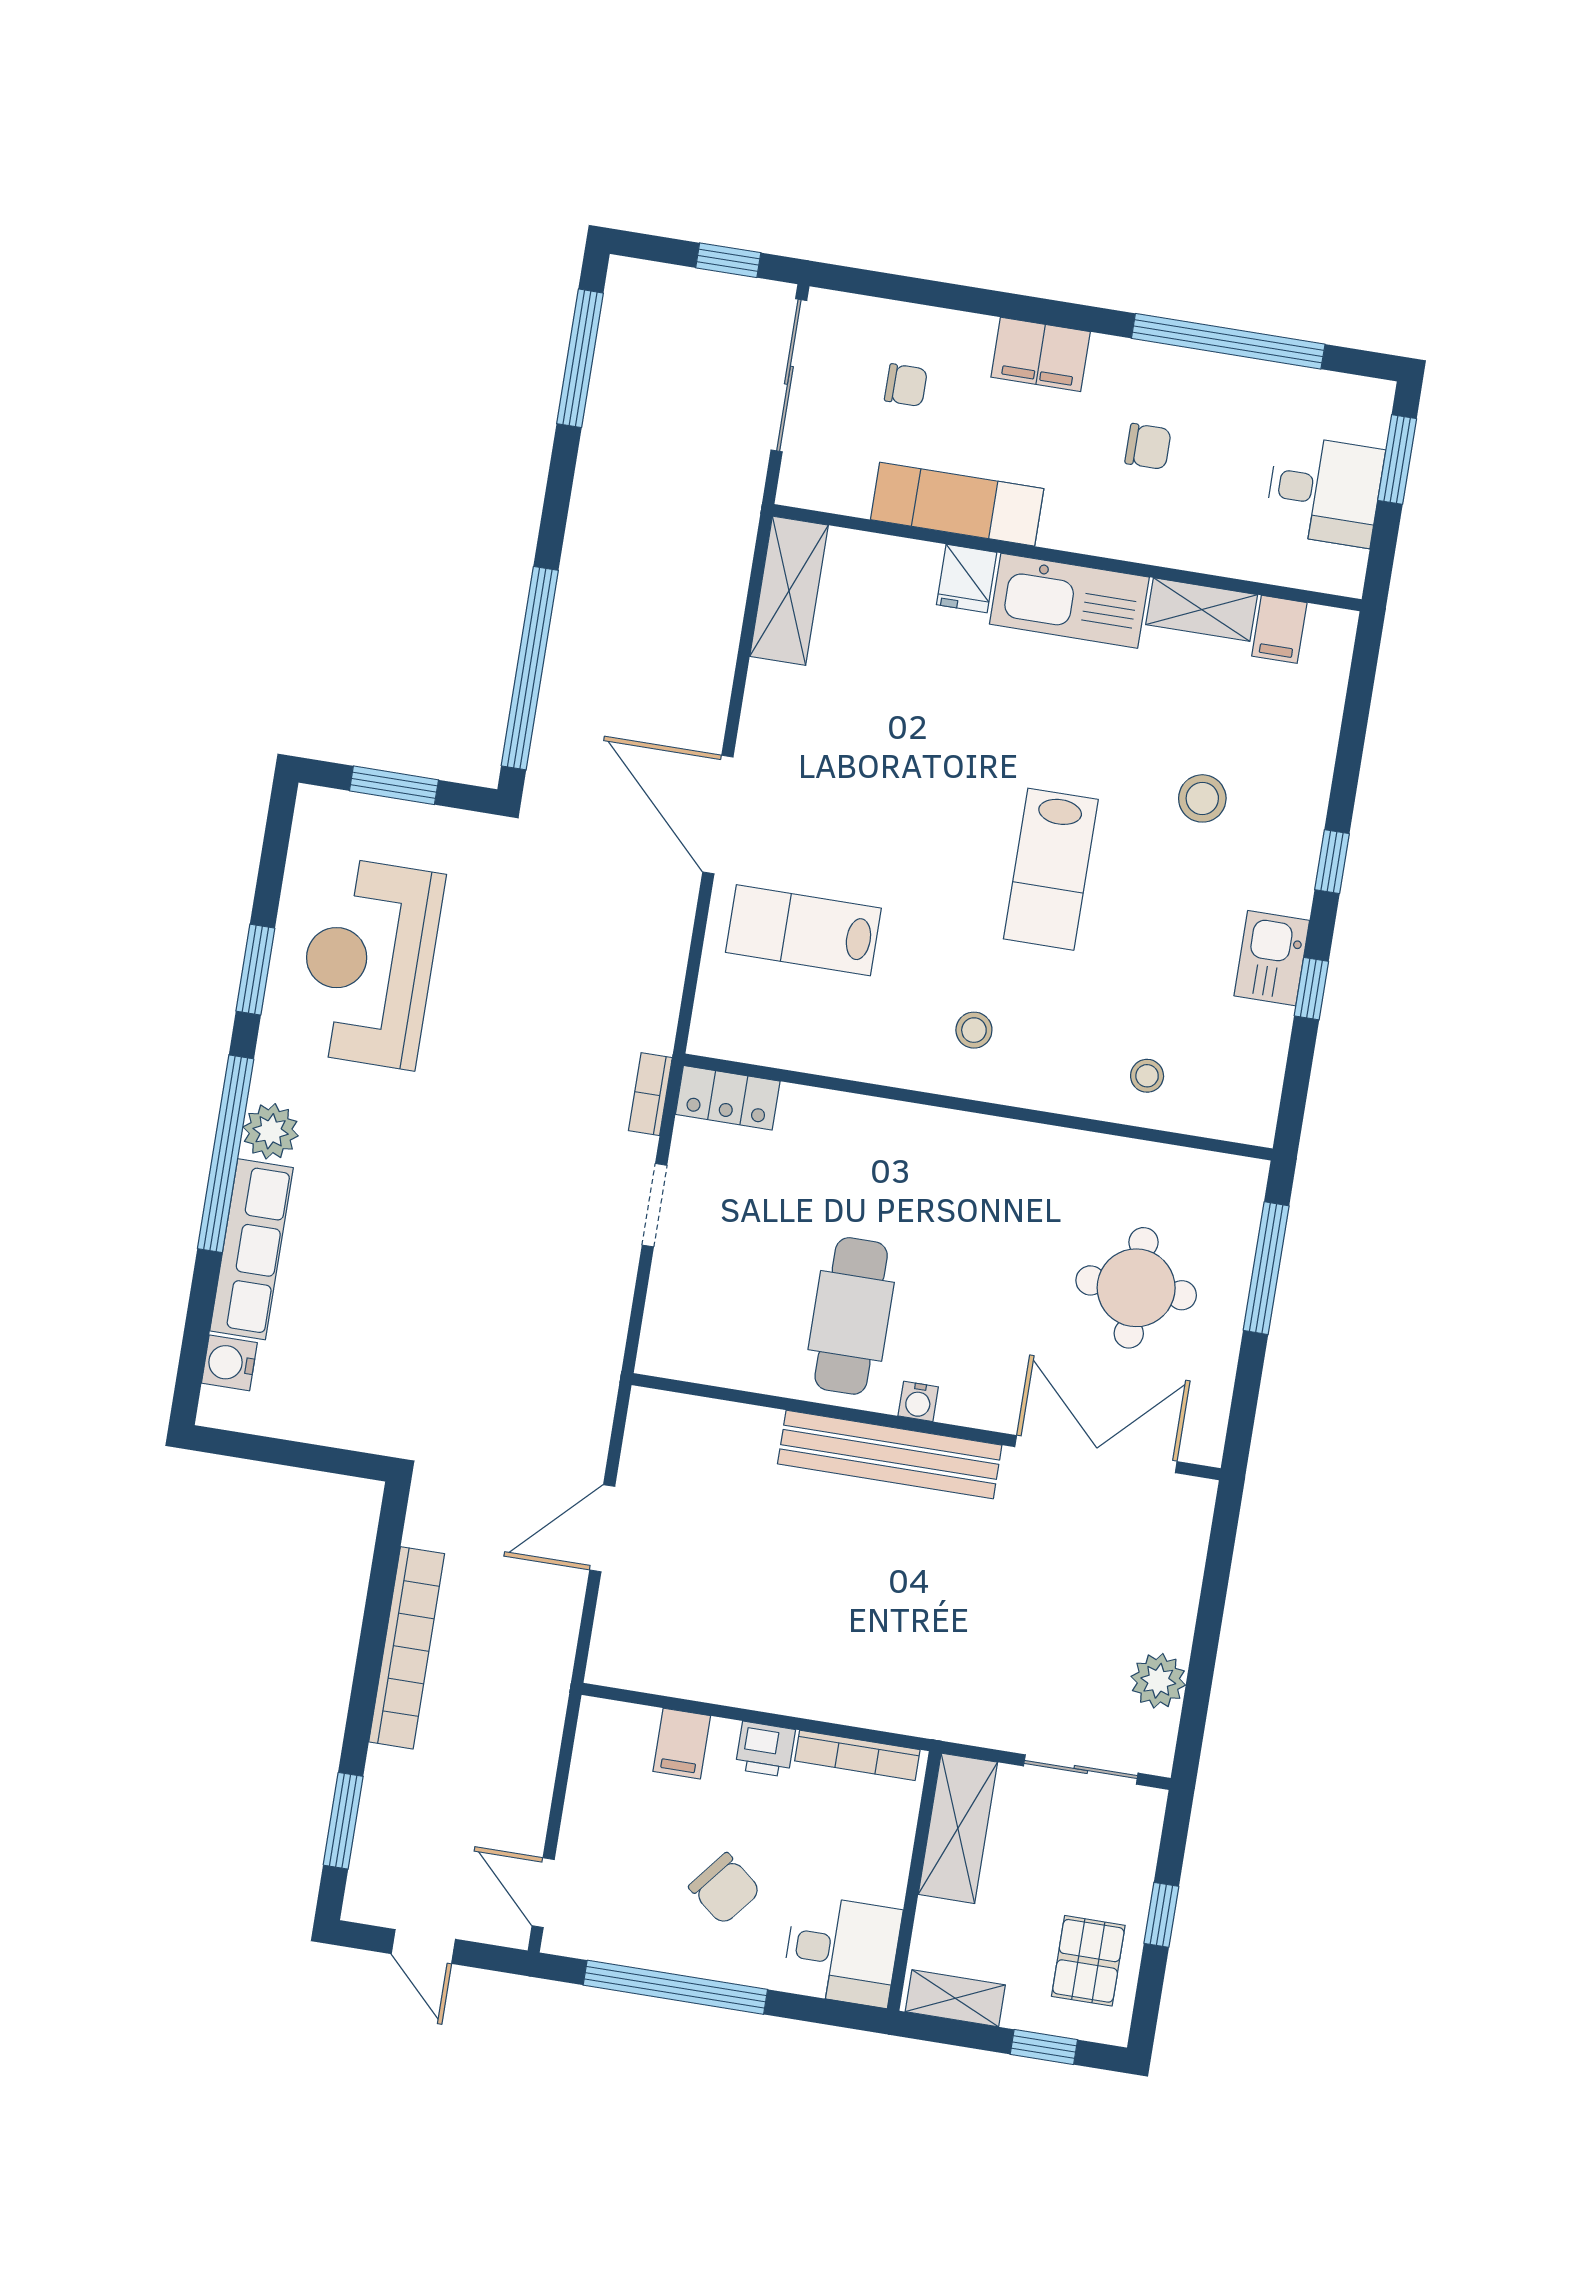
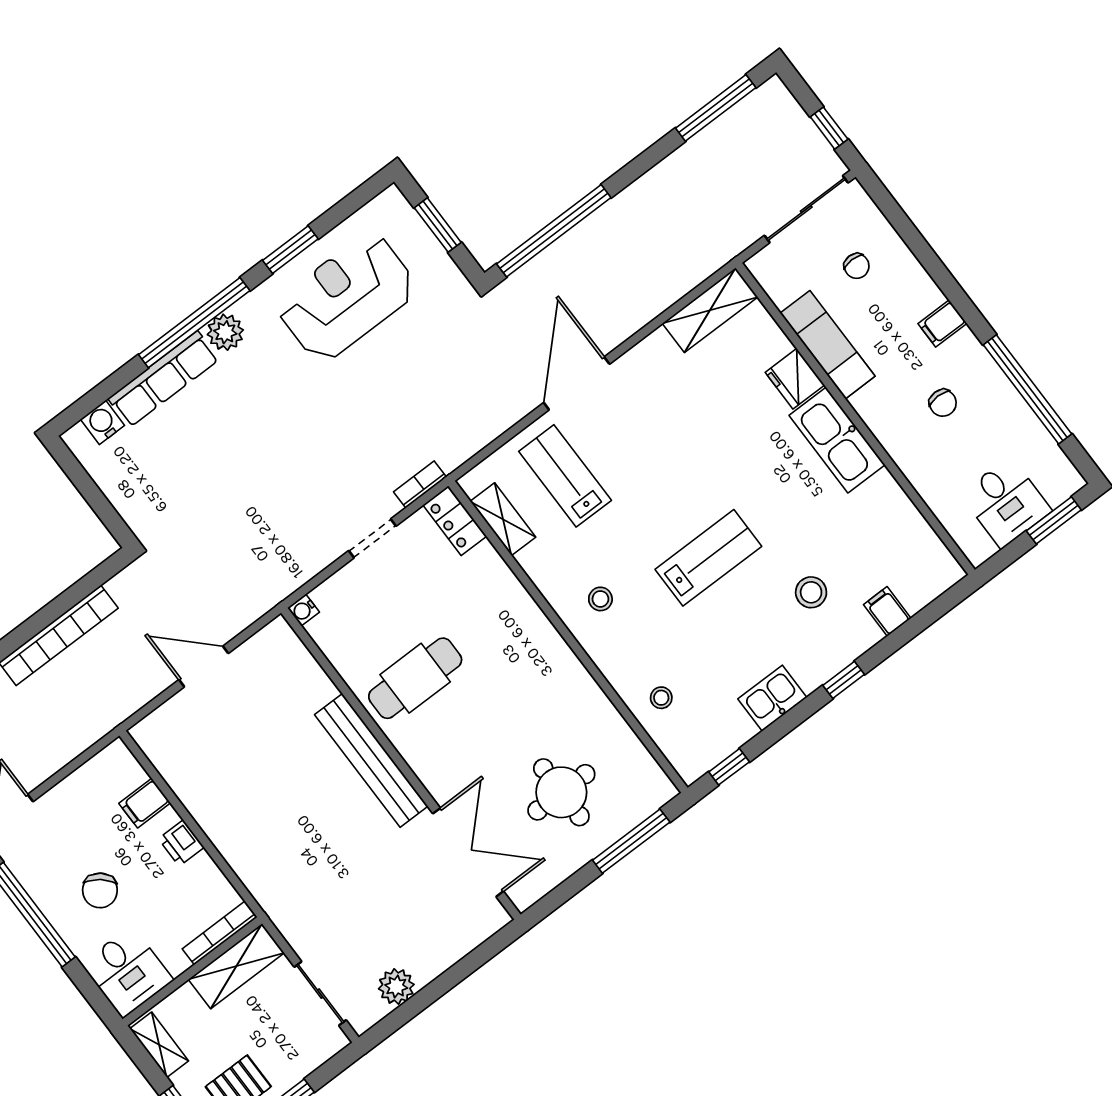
filing cabinet: (1041, 354) -> (942, 324), width x0.50
fridge: (967, 579) -> (795, 379), width x1.38
shelving: (1202, 610) -> (503, 519), moved
filing cabinet: (1279, 629) -> (887, 611), moved, turned 90
lab bench: (1051, 869) -> (708, 558), turned 180
window: (1311, 989) -> (729, 767), moved
water cooler: (918, 1401) -> (304, 610), moved
bookcase: (857, 1755) -> (220, 933), moved, turned 90

